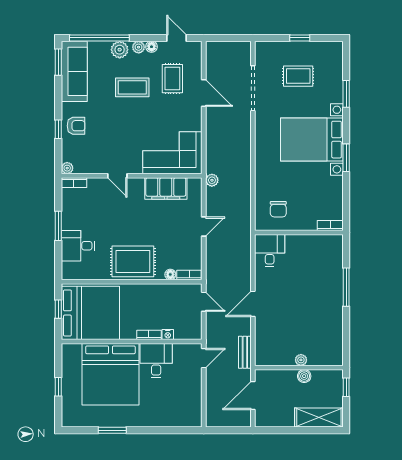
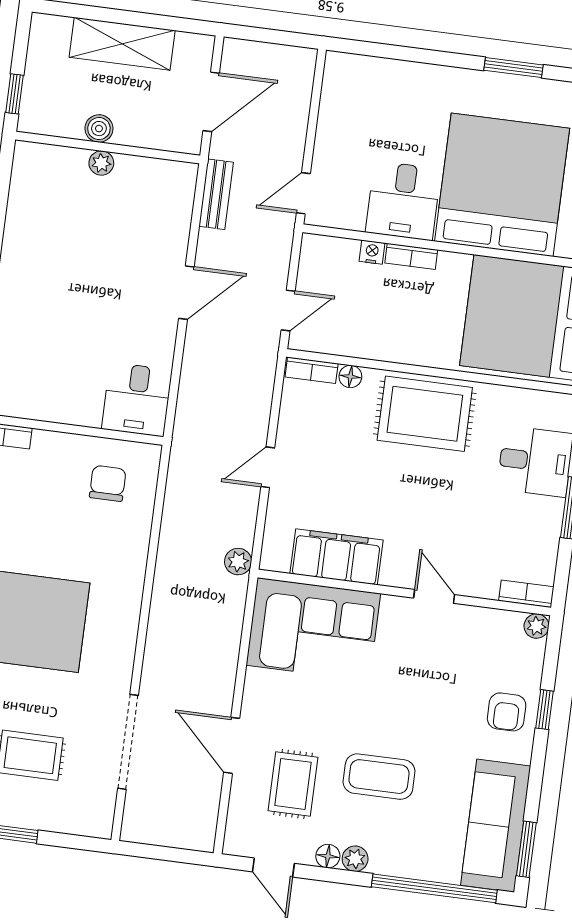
plant: (120, 50) -> (395, 859), removed
armchair: (76, 126) -> (507, 712), turned -90
door: (204, 302) -> (288, 311), swing flipped
shelving: (319, 417) -> (122, 44), moved

